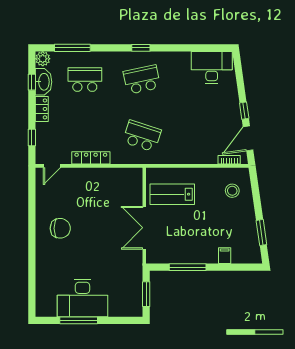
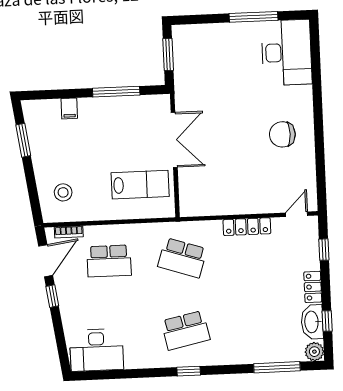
school desk: (85, 80) -> (109, 261), moved
desk: (82, 298) -> (287, 52), moved, turned 90

